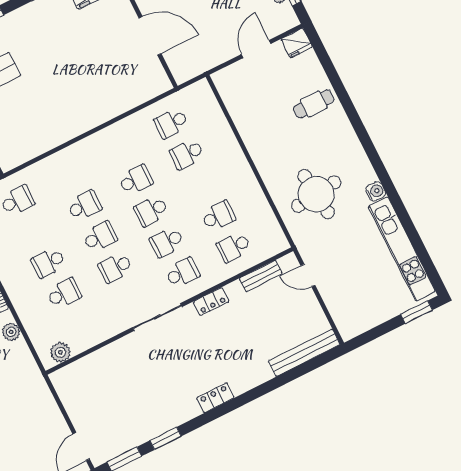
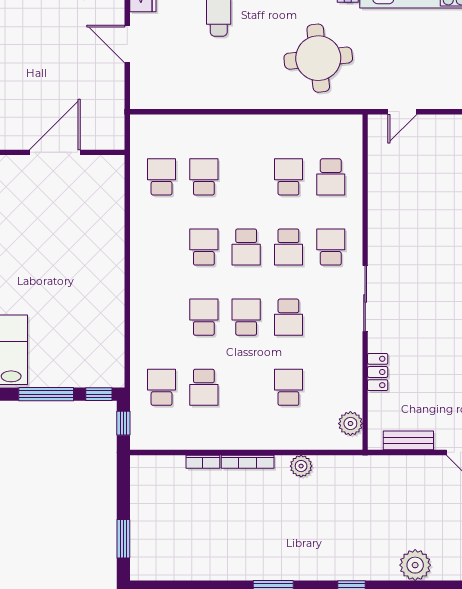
school desk: (171, 123) -> (162, 177), turned 180
school desk: (187, 154) -> (204, 177), turned 180
school desk: (48, 263) -> (204, 387), moved
bench: (261, 276) -> (408, 440), moved, turned 90
locker: (211, 301) -> (378, 372), moved

